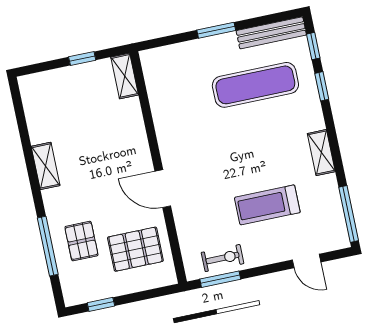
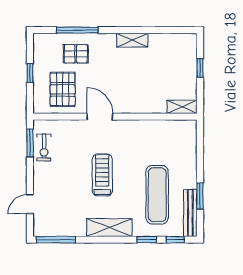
window: (216, 30) -> (200, 196), moved
window: (82, 59) -> (200, 68), moved
shelving: (321, 153) -> (109, 228), width x1.50, depth x1.33
door: (163, 189) -> (100, 117), hinge flipped
treadmill: (267, 205) -> (102, 175), moved
window: (101, 304) -> (30, 73), moved

